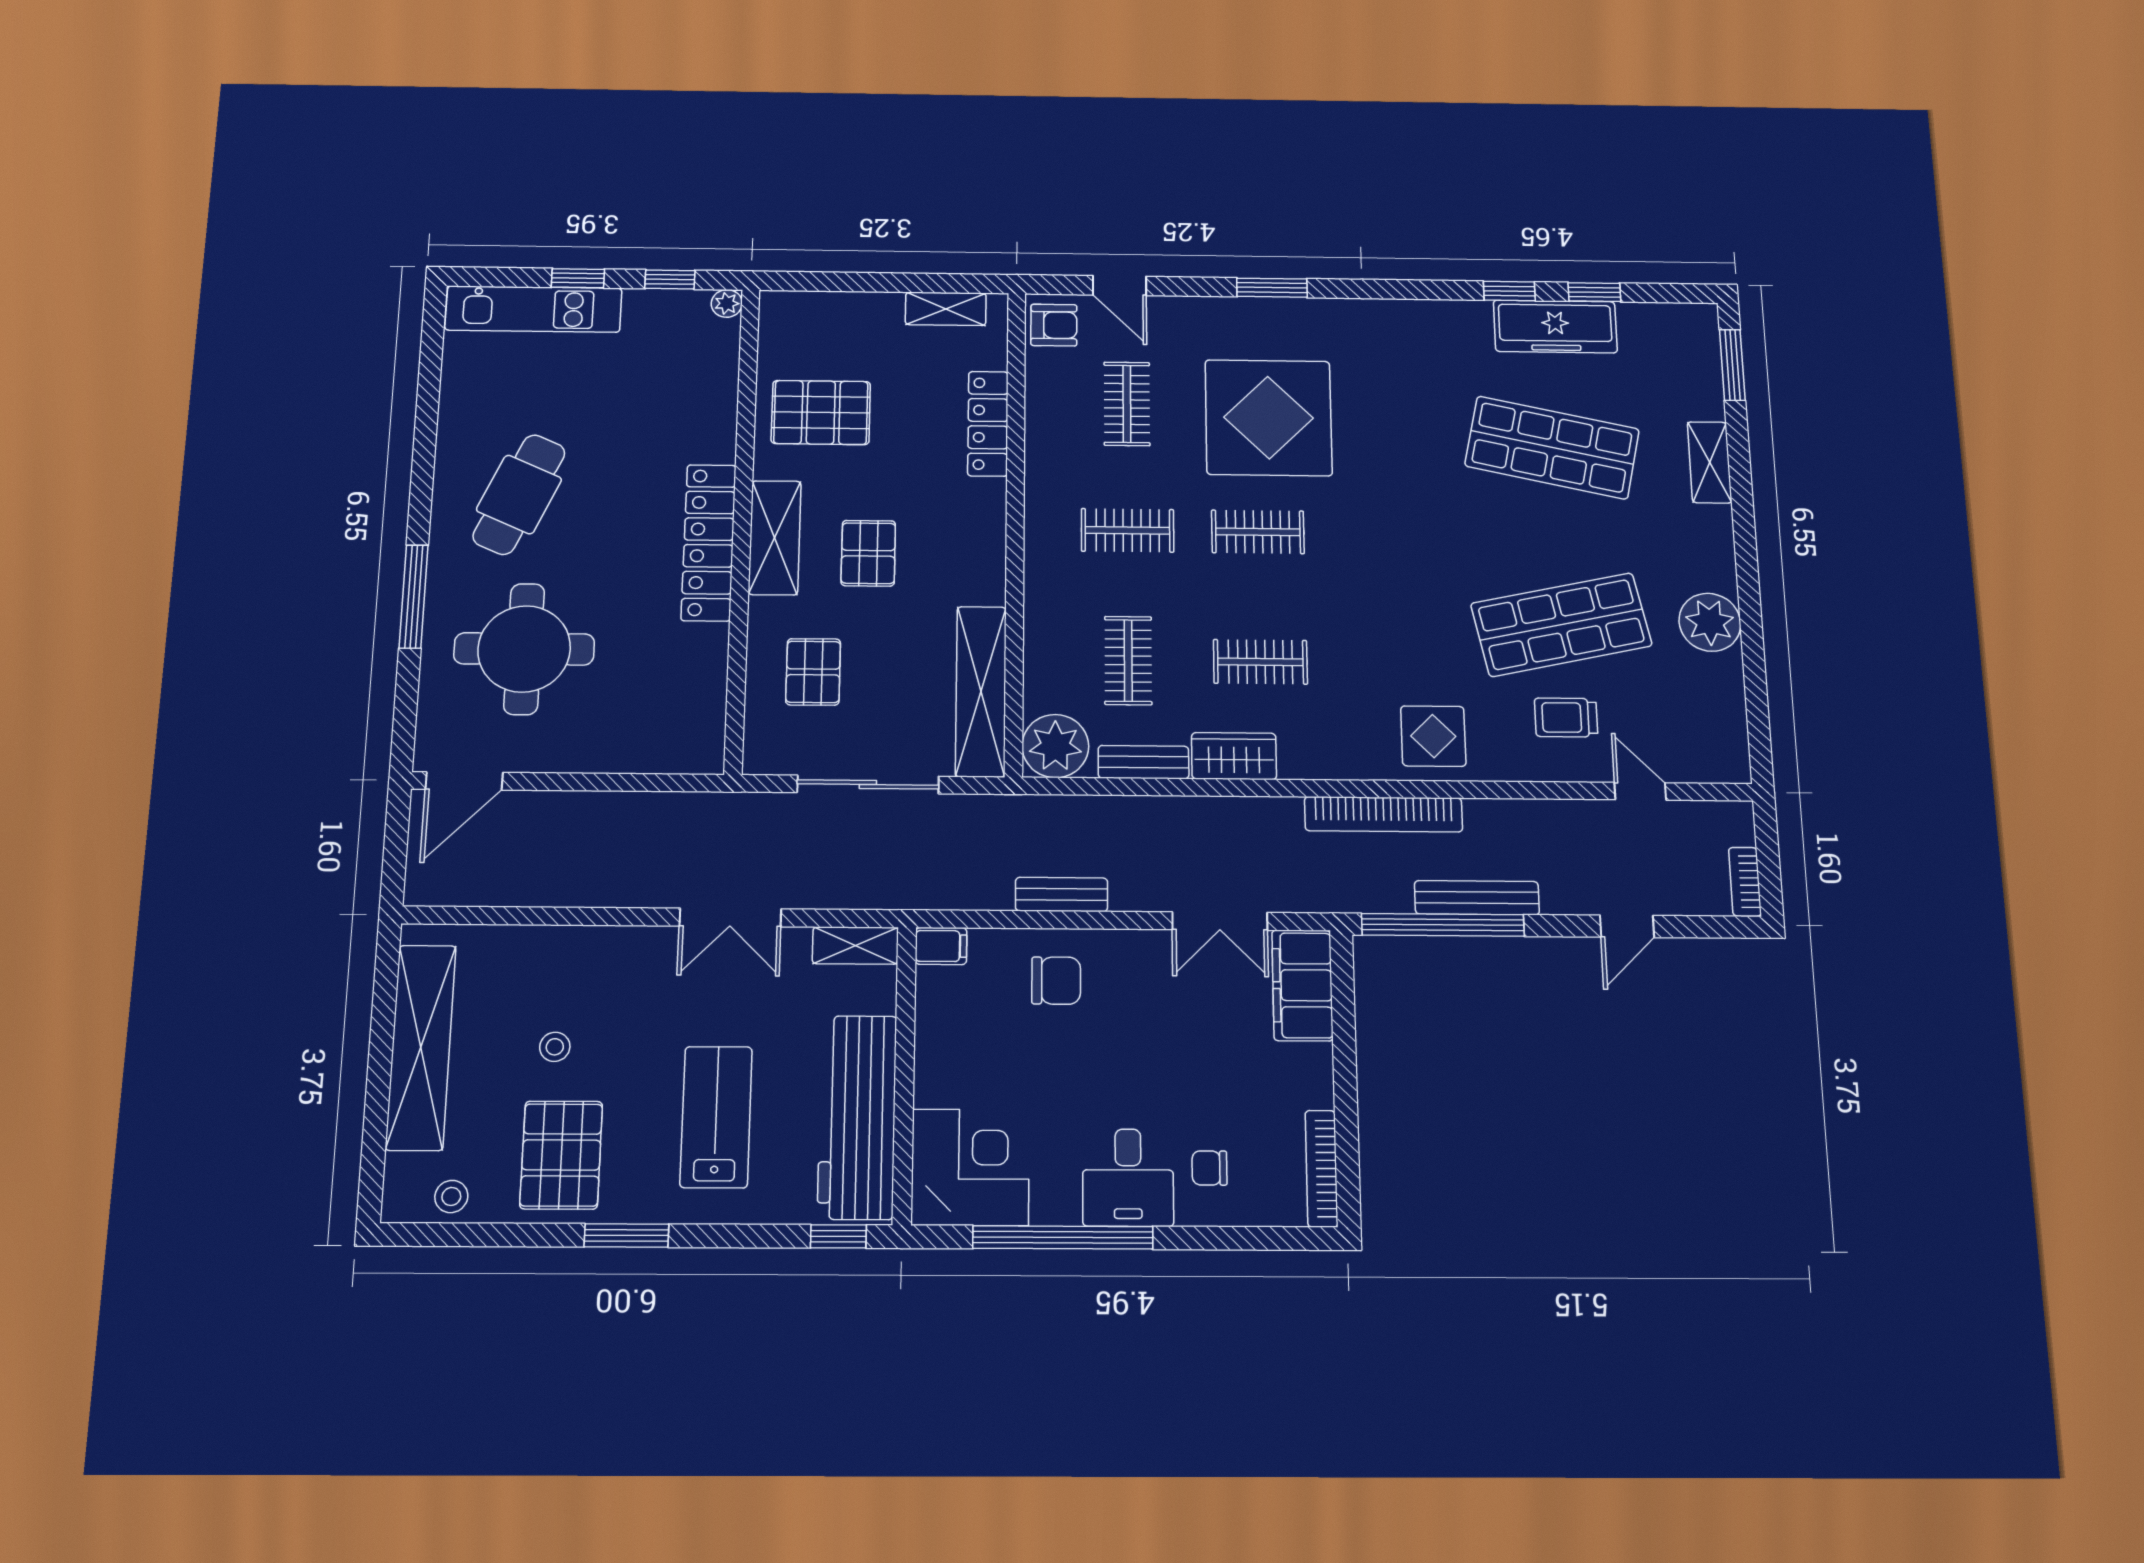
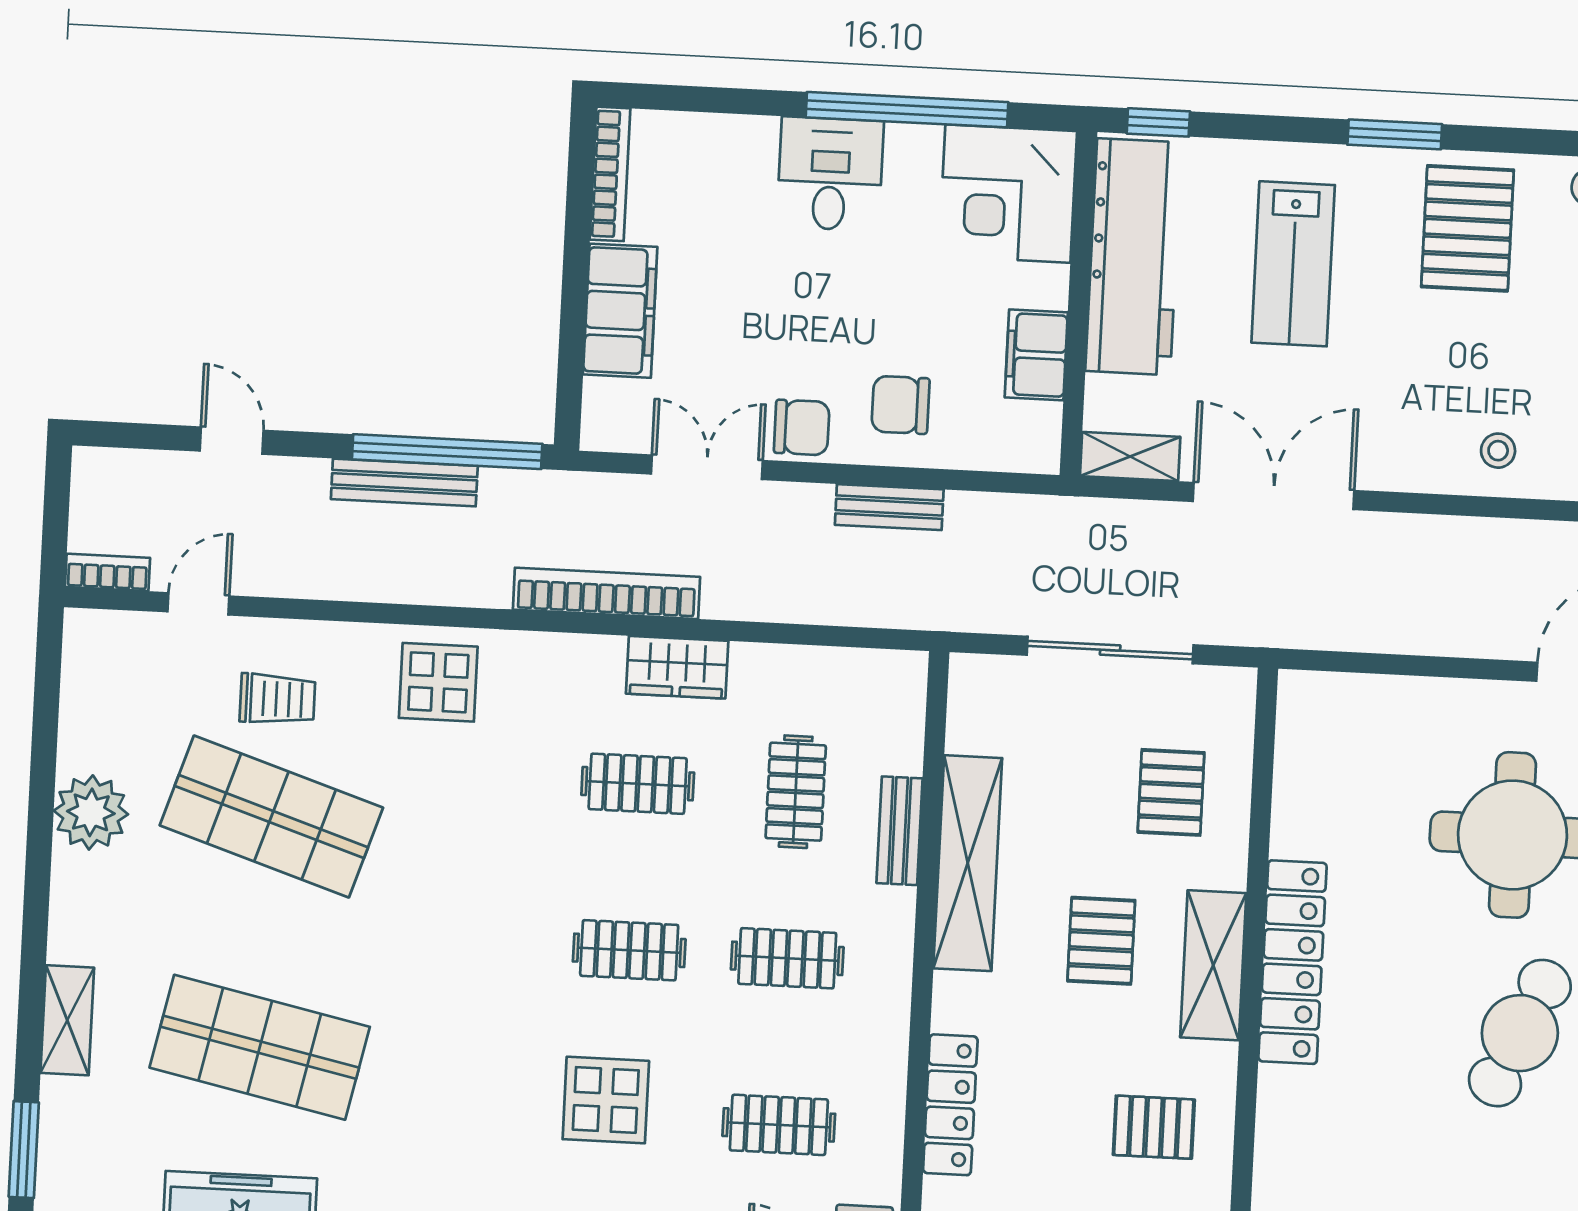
clothes rail: (1127, 404) -> (779, 1125), turned 90
pallet: (821, 412) -> (1154, 1127), width x0.67, depth x0.71
display table: (1269, 418) -> (606, 1100), width x0.54, depth x0.54
shop shelf: (1561, 625) -> (271, 817), turned 30
shelving: (981, 691) -> (968, 863), moved
plant: (1055, 746) -> (888, 688), removed
bench: (1143, 762) -> (899, 831), moved, turned 90
door: (1640, 791) -> (198, 604), swing flipped
bookcase: (1383, 814) -> (606, 593), moved
bookcase: (1745, 882) -> (107, 572), moved, turned -90
double door: (730, 917) -> (1274, 496), width x1.37
door: (1627, 926) -> (232, 441), hinge flipped
filing cabinet: (941, 946) -> (1036, 355), moved, width x2.00
filing cabinet: (1302, 985) -> (620, 311), moved
stool: (555, 1047) -> (1498, 451), moved
chair: (1209, 1168) -> (802, 427), moved, width x1.37, depth x1.37

